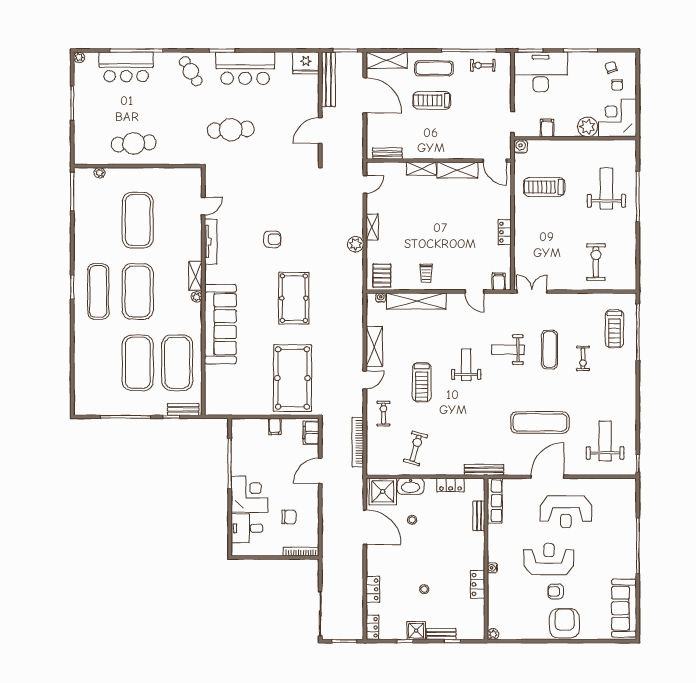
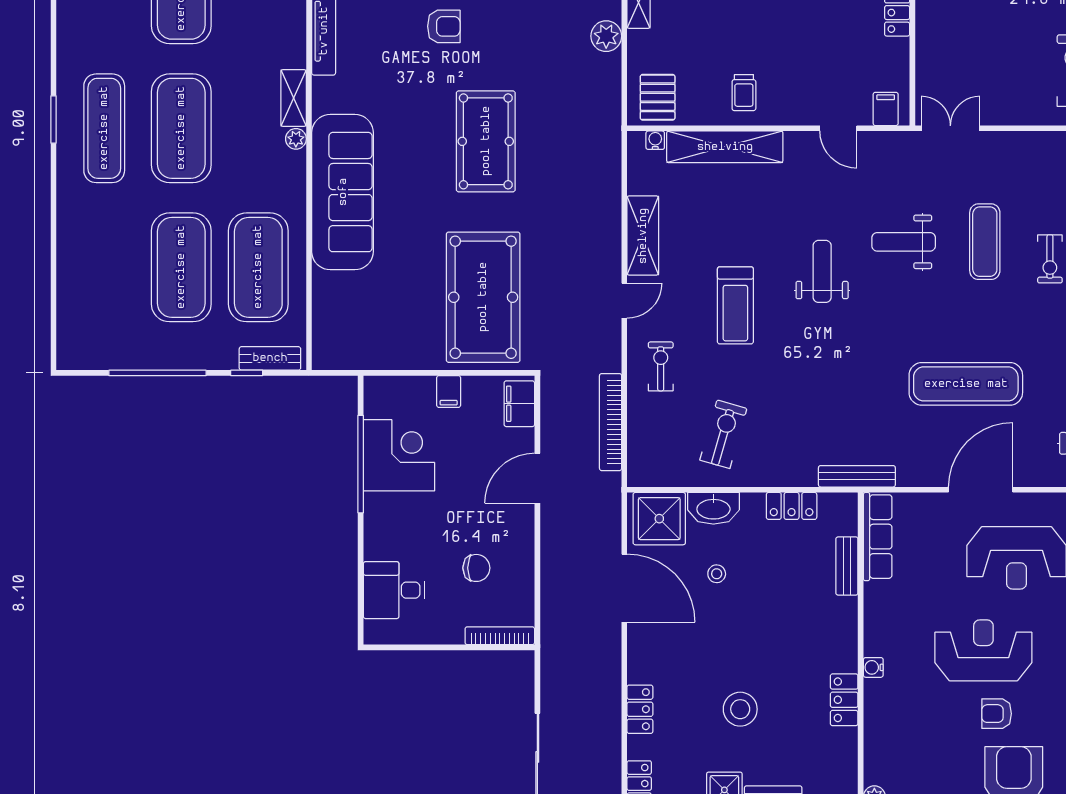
corner desk: (249, 494) -> (399, 455), moved
stool: (424, 589) -> (740, 709), width x1.89, depth x1.89

